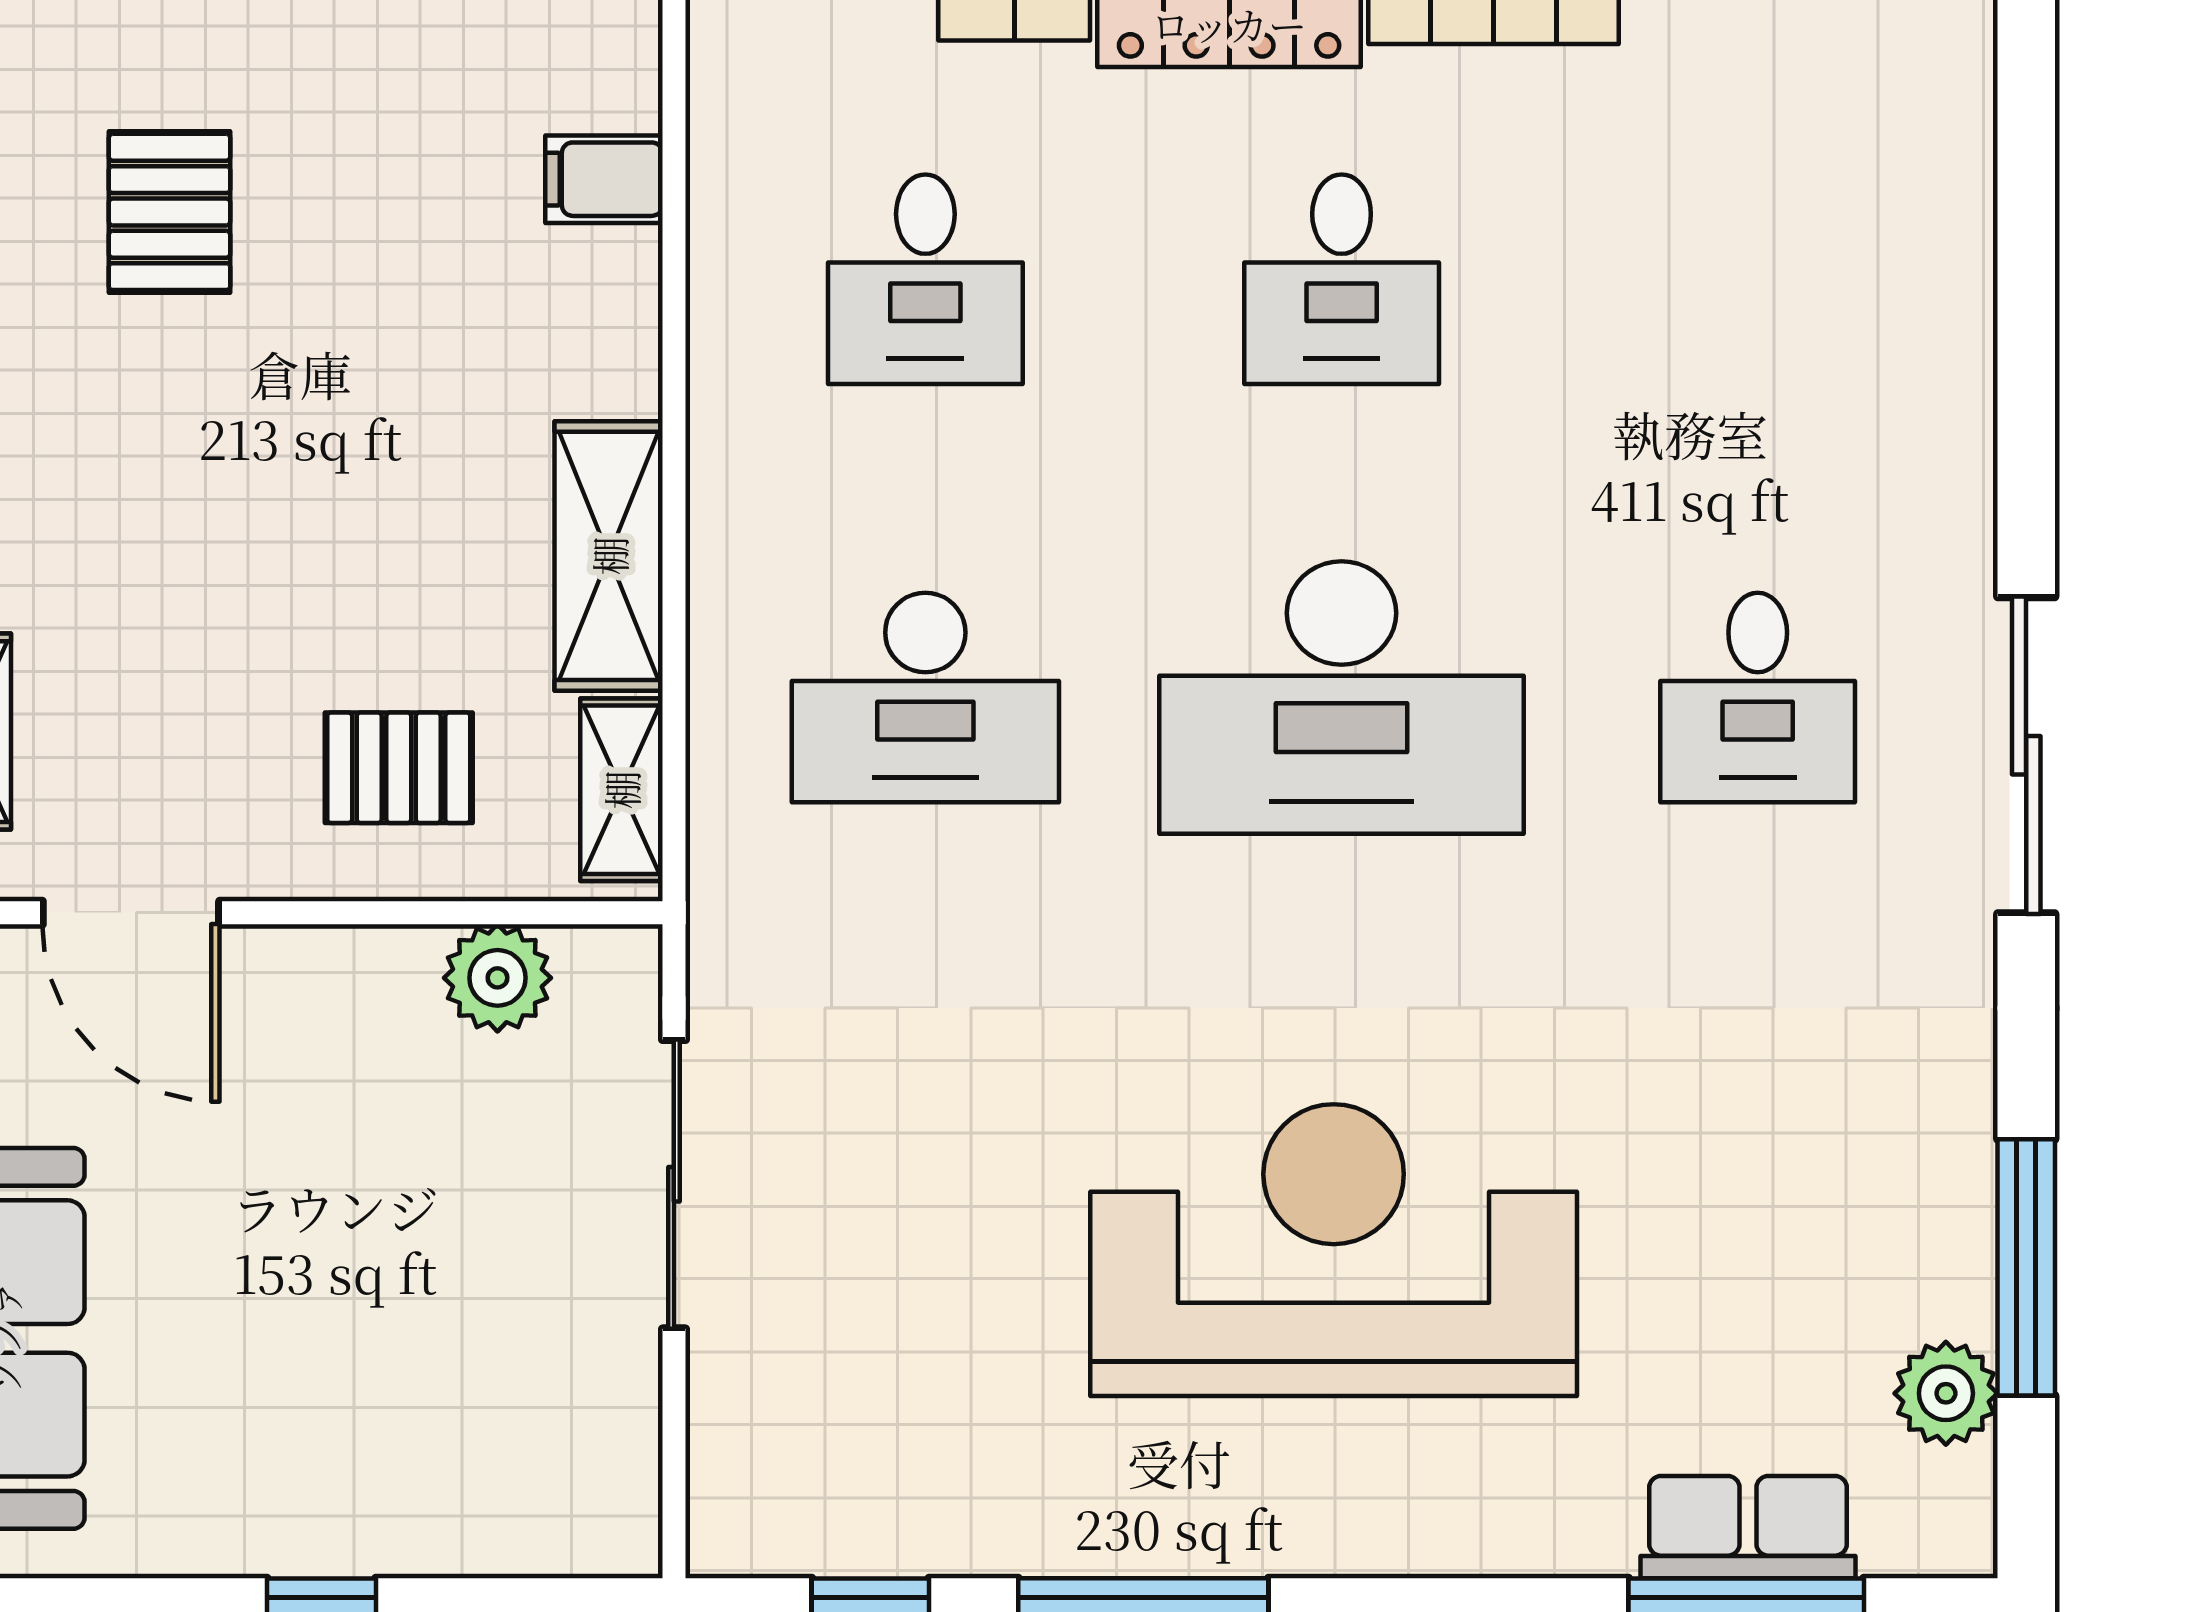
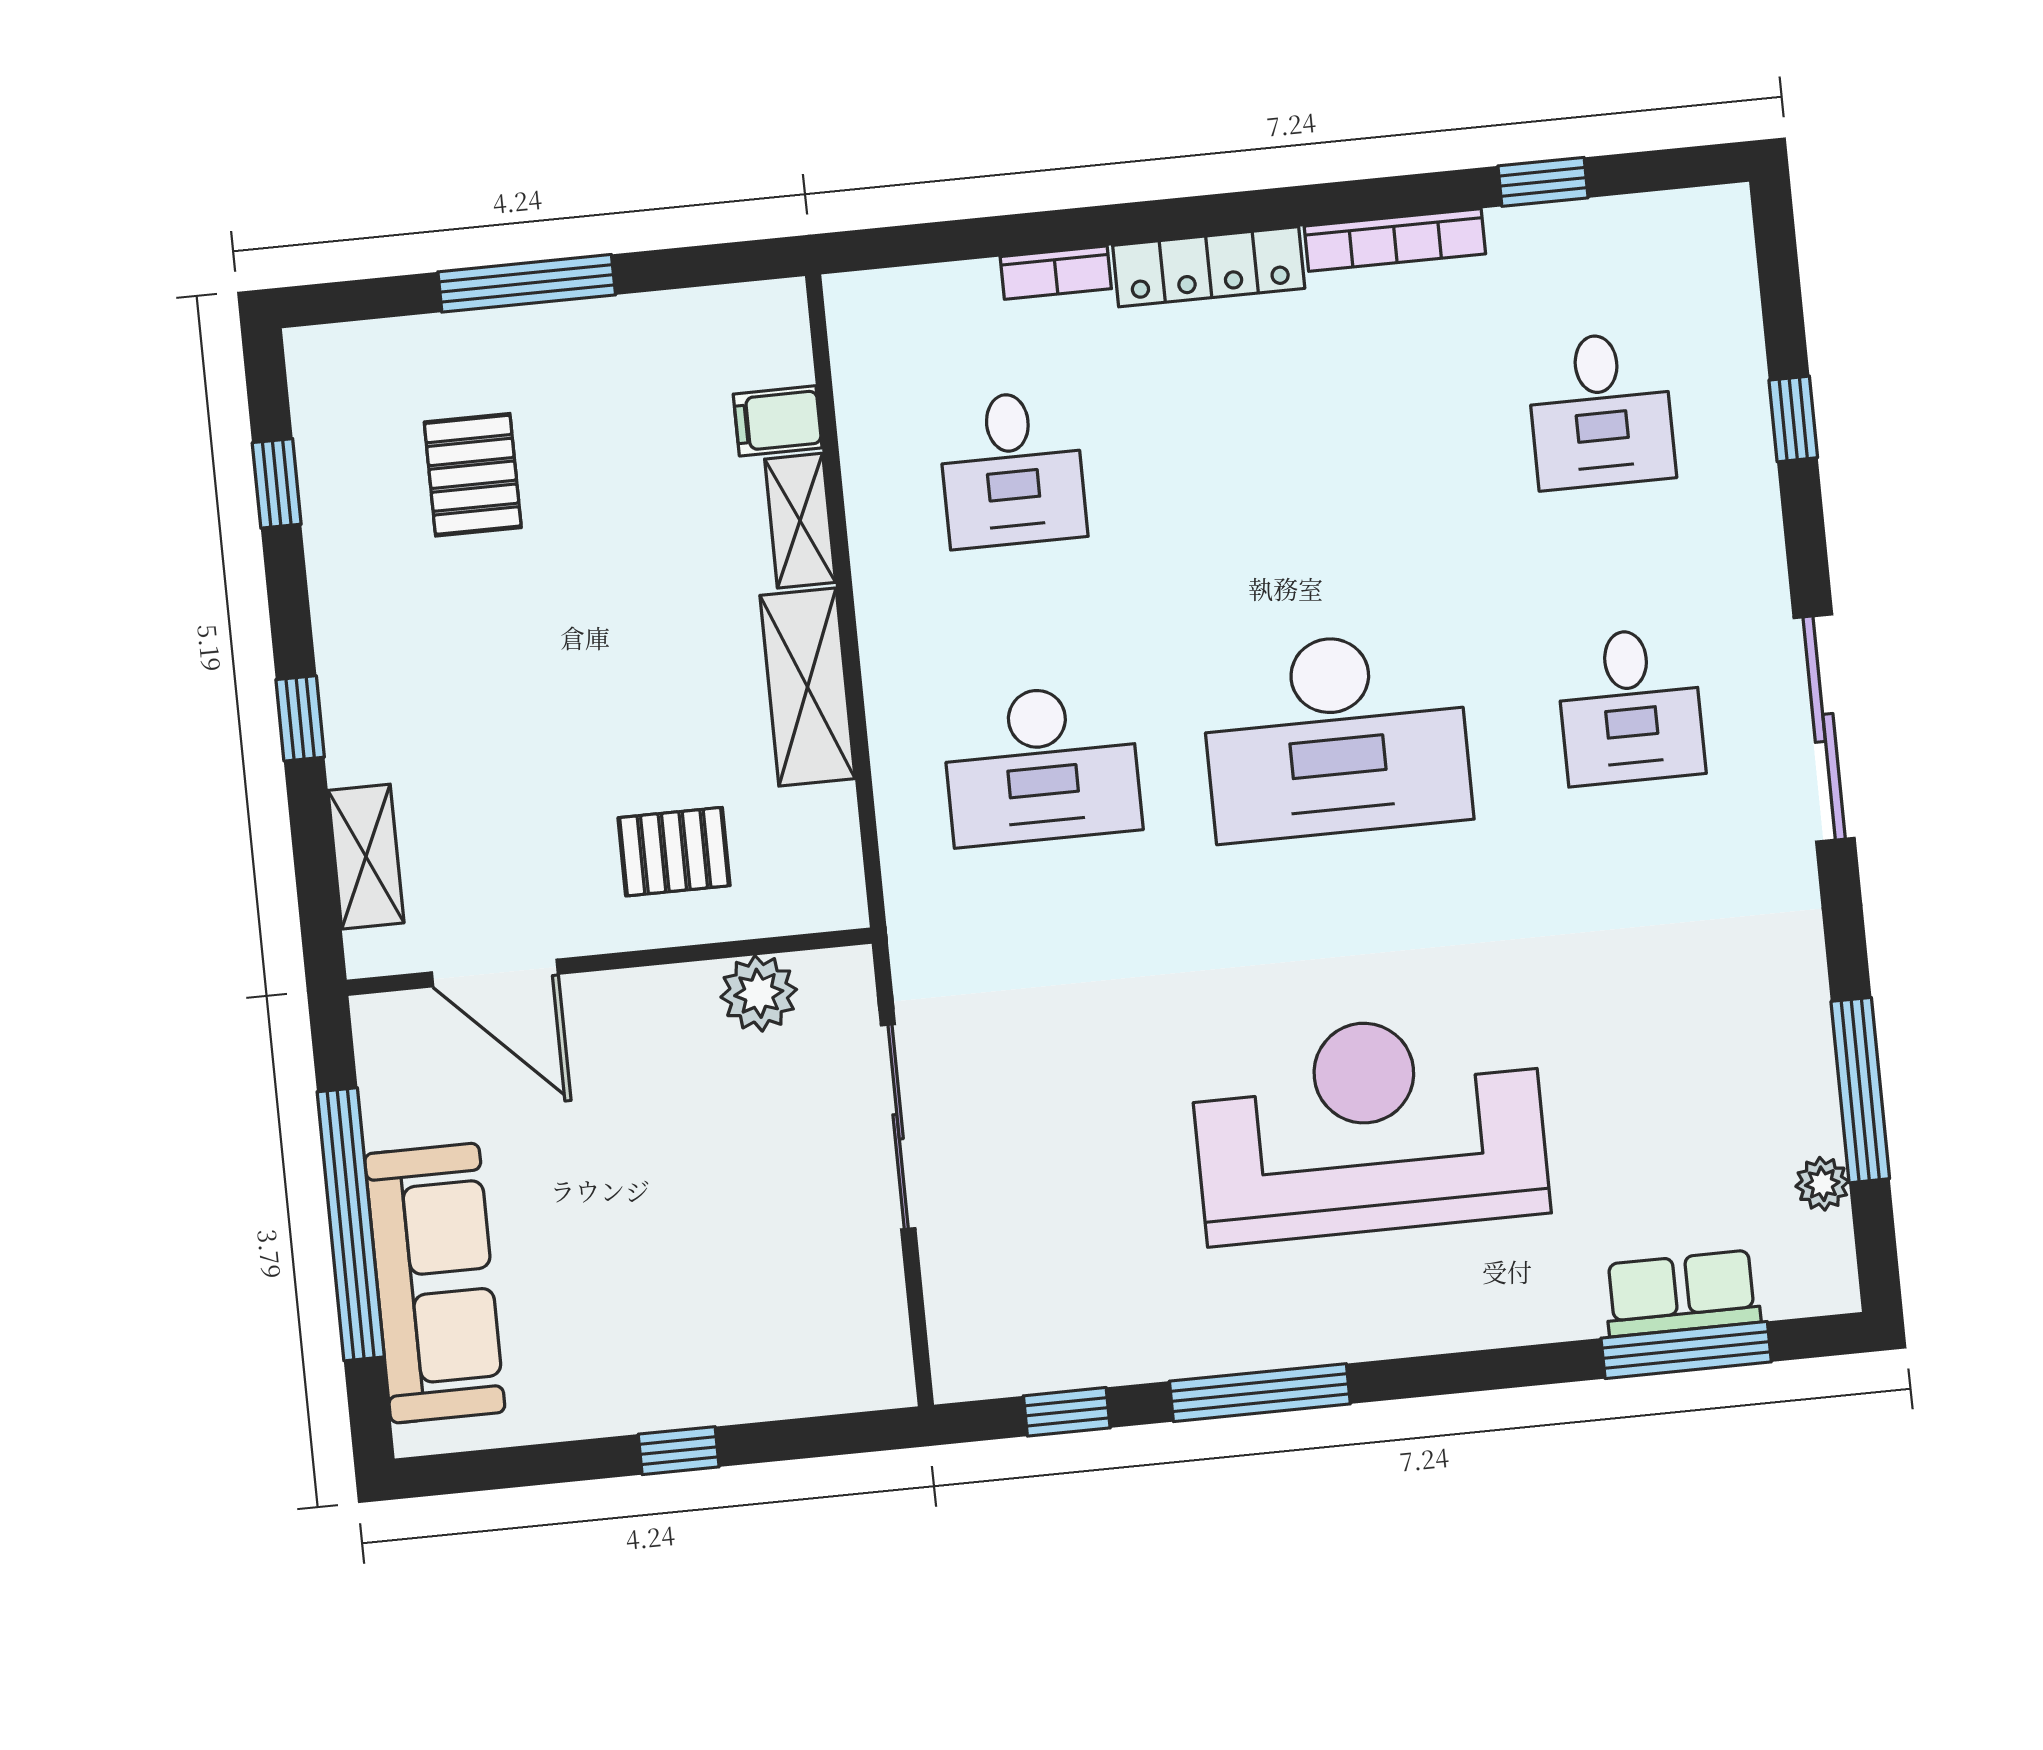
desk: (1342, 279) -> (1601, 410), moved
window: (2026, 318) -> (1793, 419), added
shelving: (621, 790) -> (800, 521), moved
plant: (1946, 1393) -> (1822, 1184), width x0.73, depth x0.73

